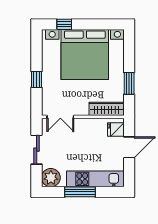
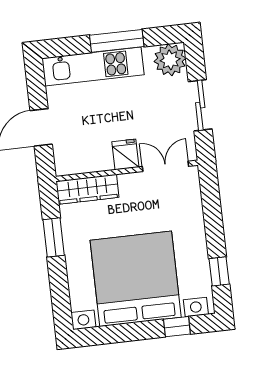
window: (37, 79) -> (219, 271), moved
fridge: (116, 130) -> (125, 154), moved, turned -90

